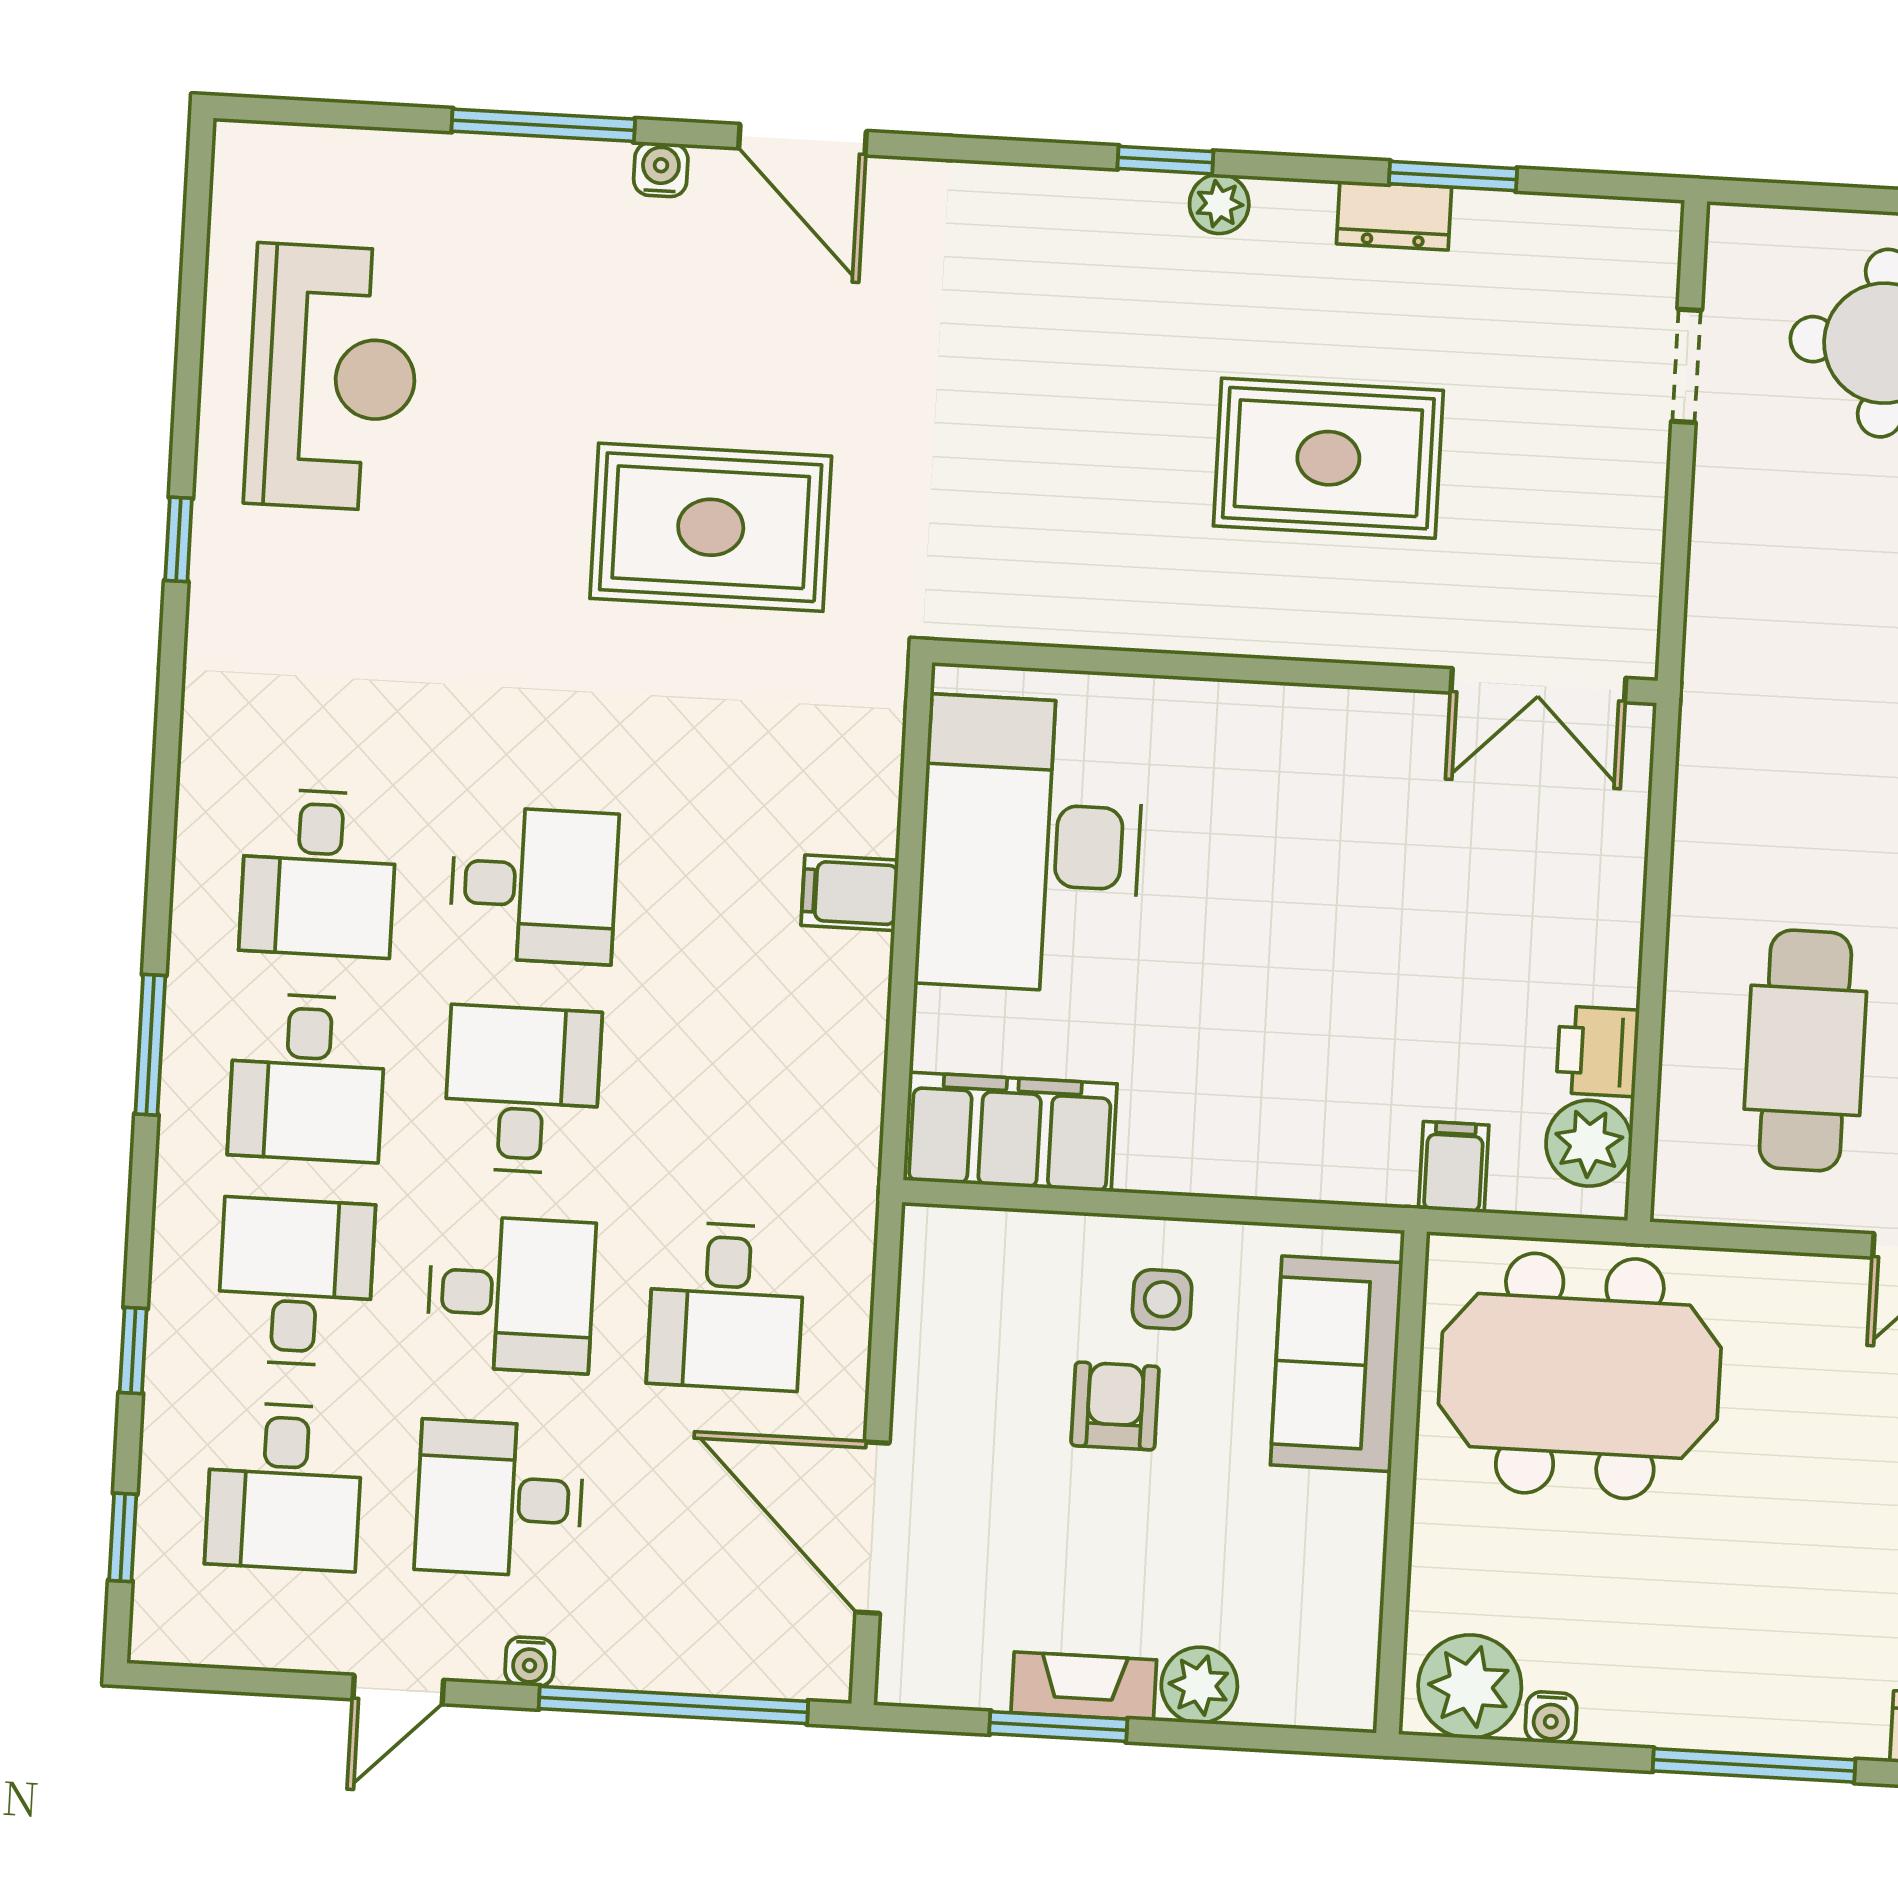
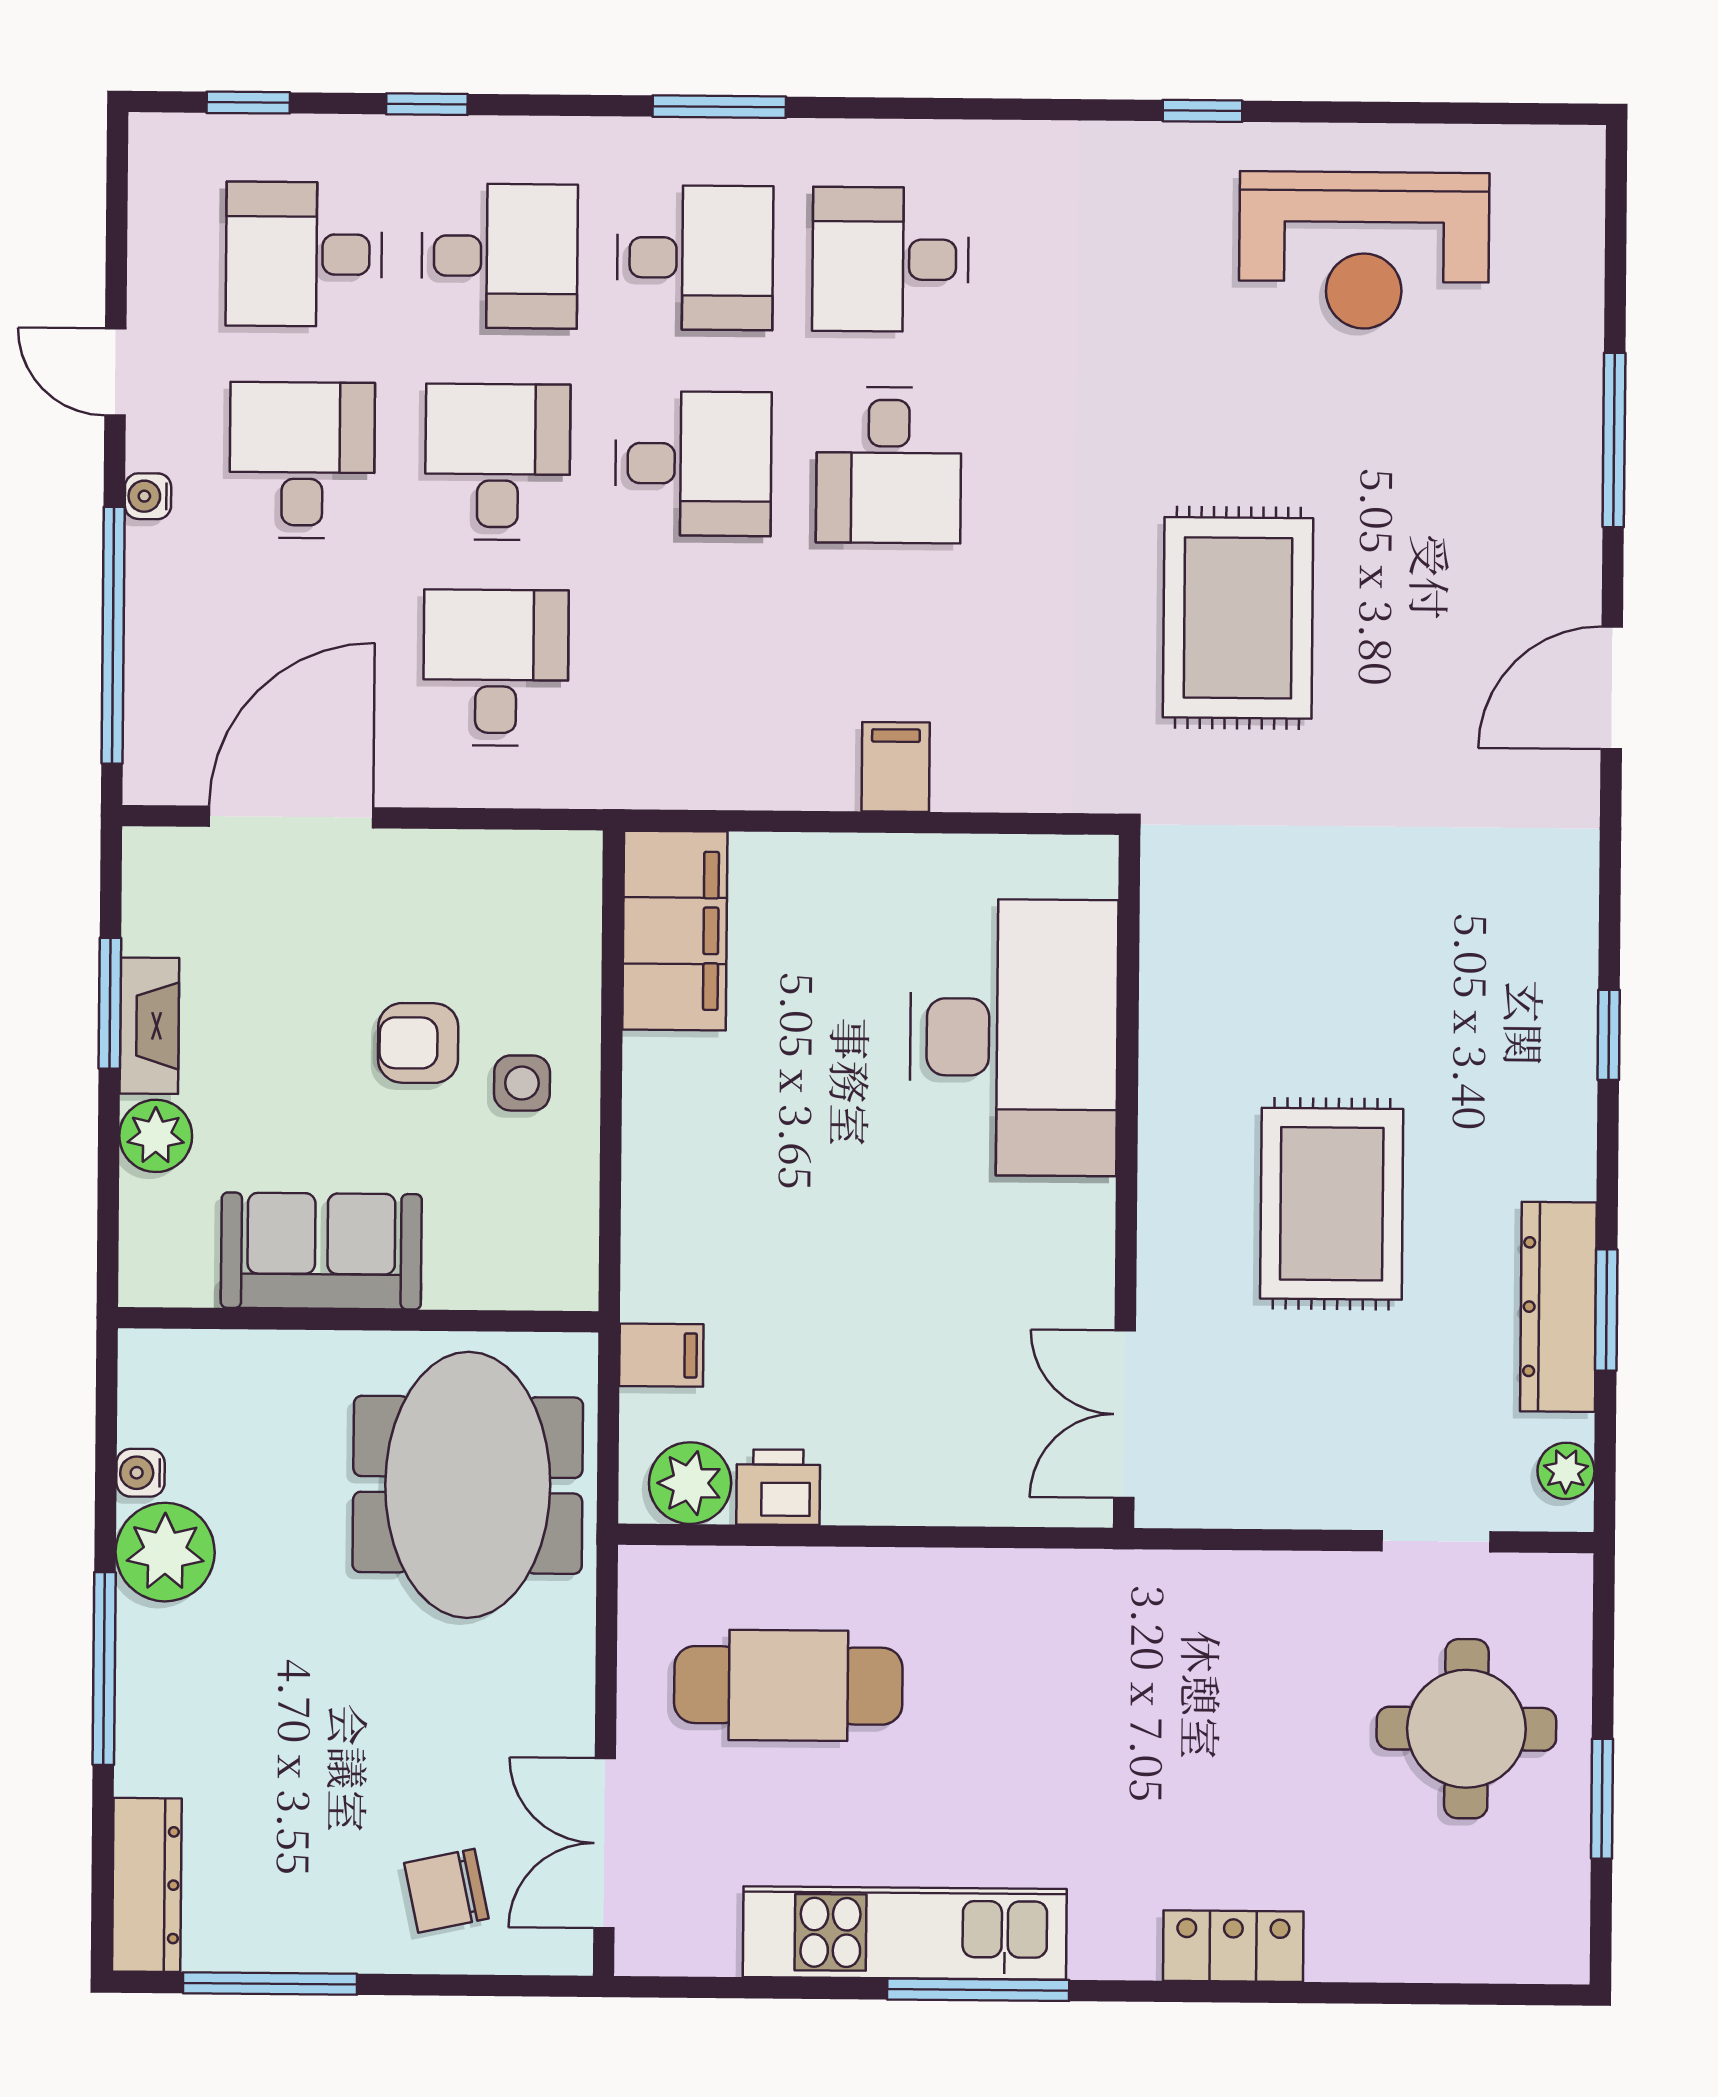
water cooler: (661, 169) -> (1577, 554), removed
plant: (1219, 204) -> (1566, 1471), moved
dresser: (1394, 215) -> (1558, 1307), width x1.96, depth x1.24
desk: (1030, 844) -> (1014, 1037), moved, turned 90
desk: (307, 1078) -> (695, 258), turned 180
desk: (511, 1294) -> (498, 462), turned 180
desk: (726, 1306) -> (496, 668), turned 90
sofa: (1337, 1364) -> (321, 1251), moved
armchair: (1115, 1406) -> (418, 1043), turned 180
plant: (1470, 1687) -> (165, 1552), moved

